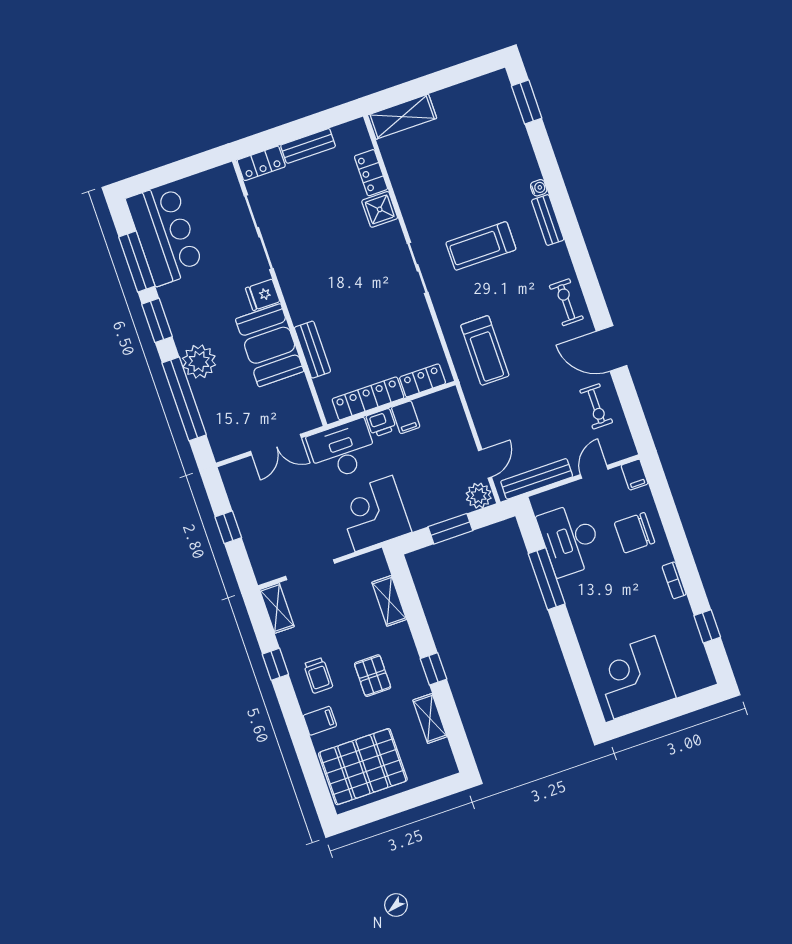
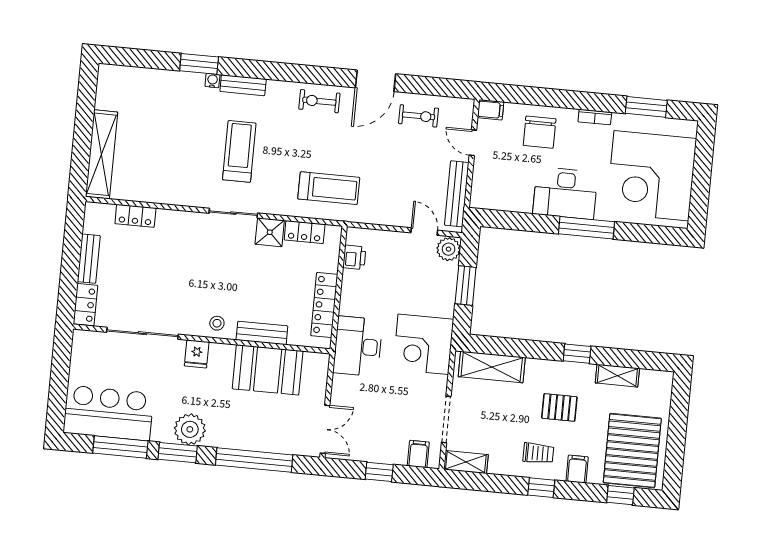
window: (527, 102) -> (199, 64), moved
shelving: (402, 117) -> (102, 154), width x1.47
shower: (380, 209) -> (270, 232), moved
treadmill: (481, 246) -> (239, 151), turned 180
stool: (302, 301) -> (217, 323), added
booth: (270, 345) -> (268, 370), moved
plant: (199, 362) -> (190, 429), moved
locker: (423, 380) -> (305, 232), moved, turned -90
filing cabinet: (406, 417) -> (418, 454), moved, turned -90
printer: (381, 423) -> (354, 257), moved
double door: (276, 445) -> (325, 429), moved
desk: (570, 539) -> (565, 193), moved
window: (547, 579) -> (586, 228), moved
shelving: (389, 601) -> (492, 367), width x1.50, depth x1.33
window: (707, 626) -> (646, 107), width x1.50
window: (275, 664) -> (541, 488), moved
corner desk: (634, 677) -> (651, 176), width x1.36, depth x1.36
window: (314, 775) -> (620, 495), added

